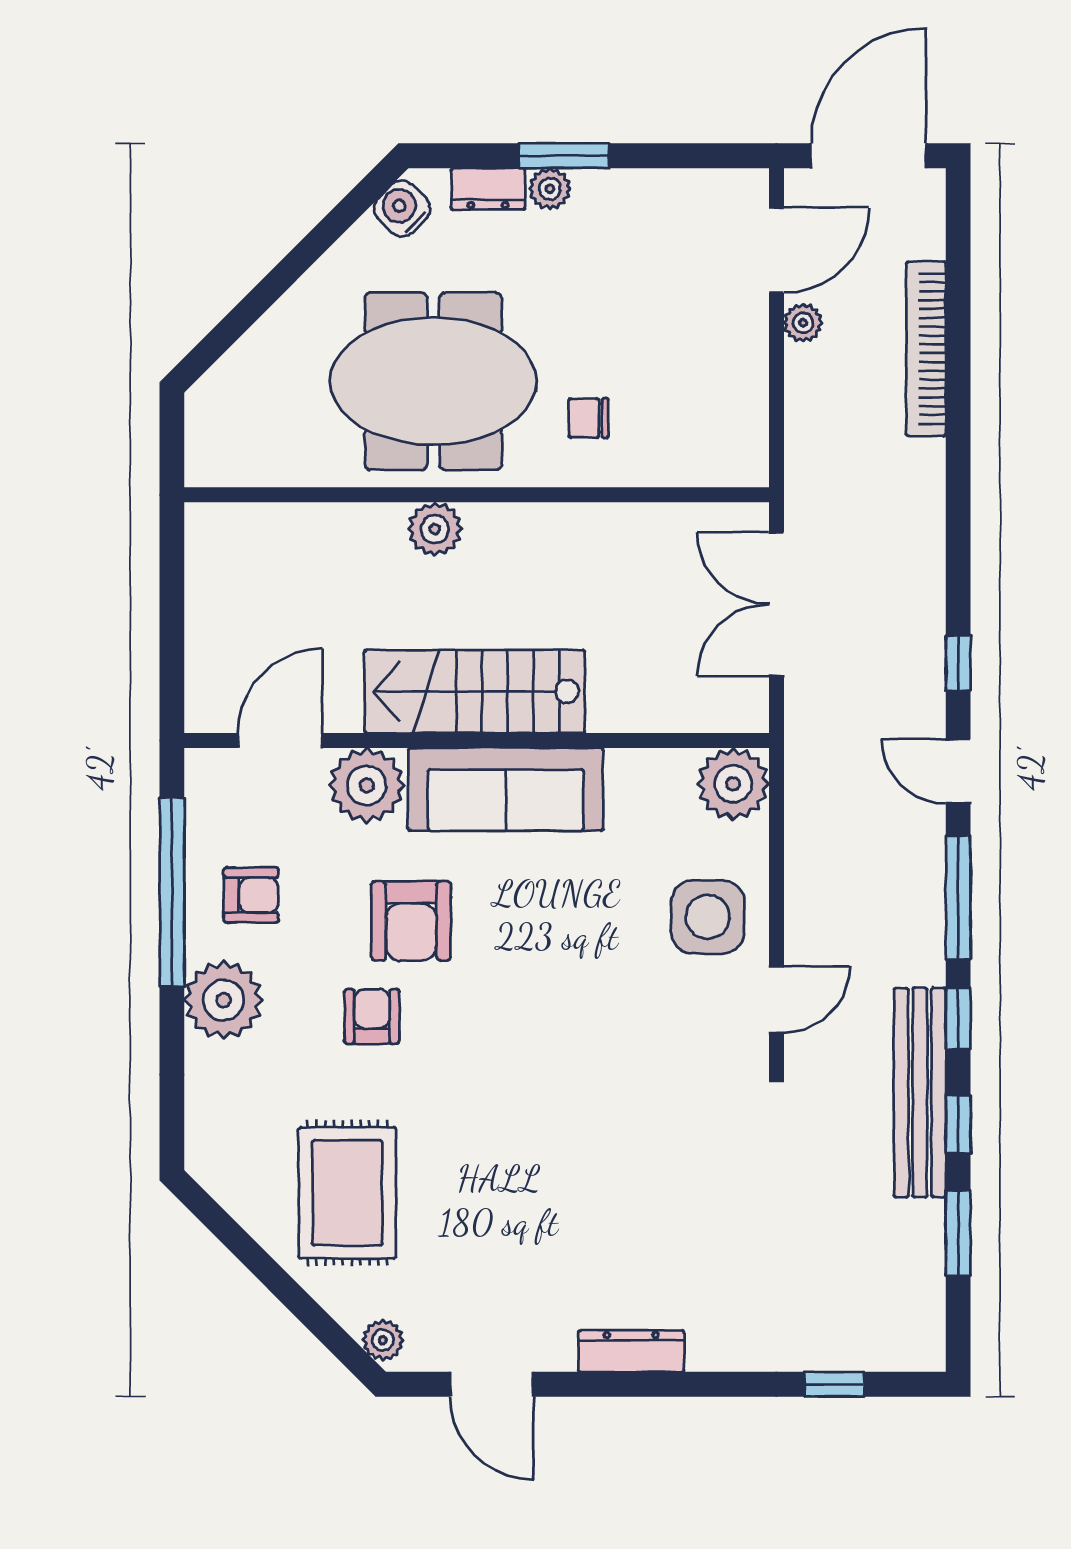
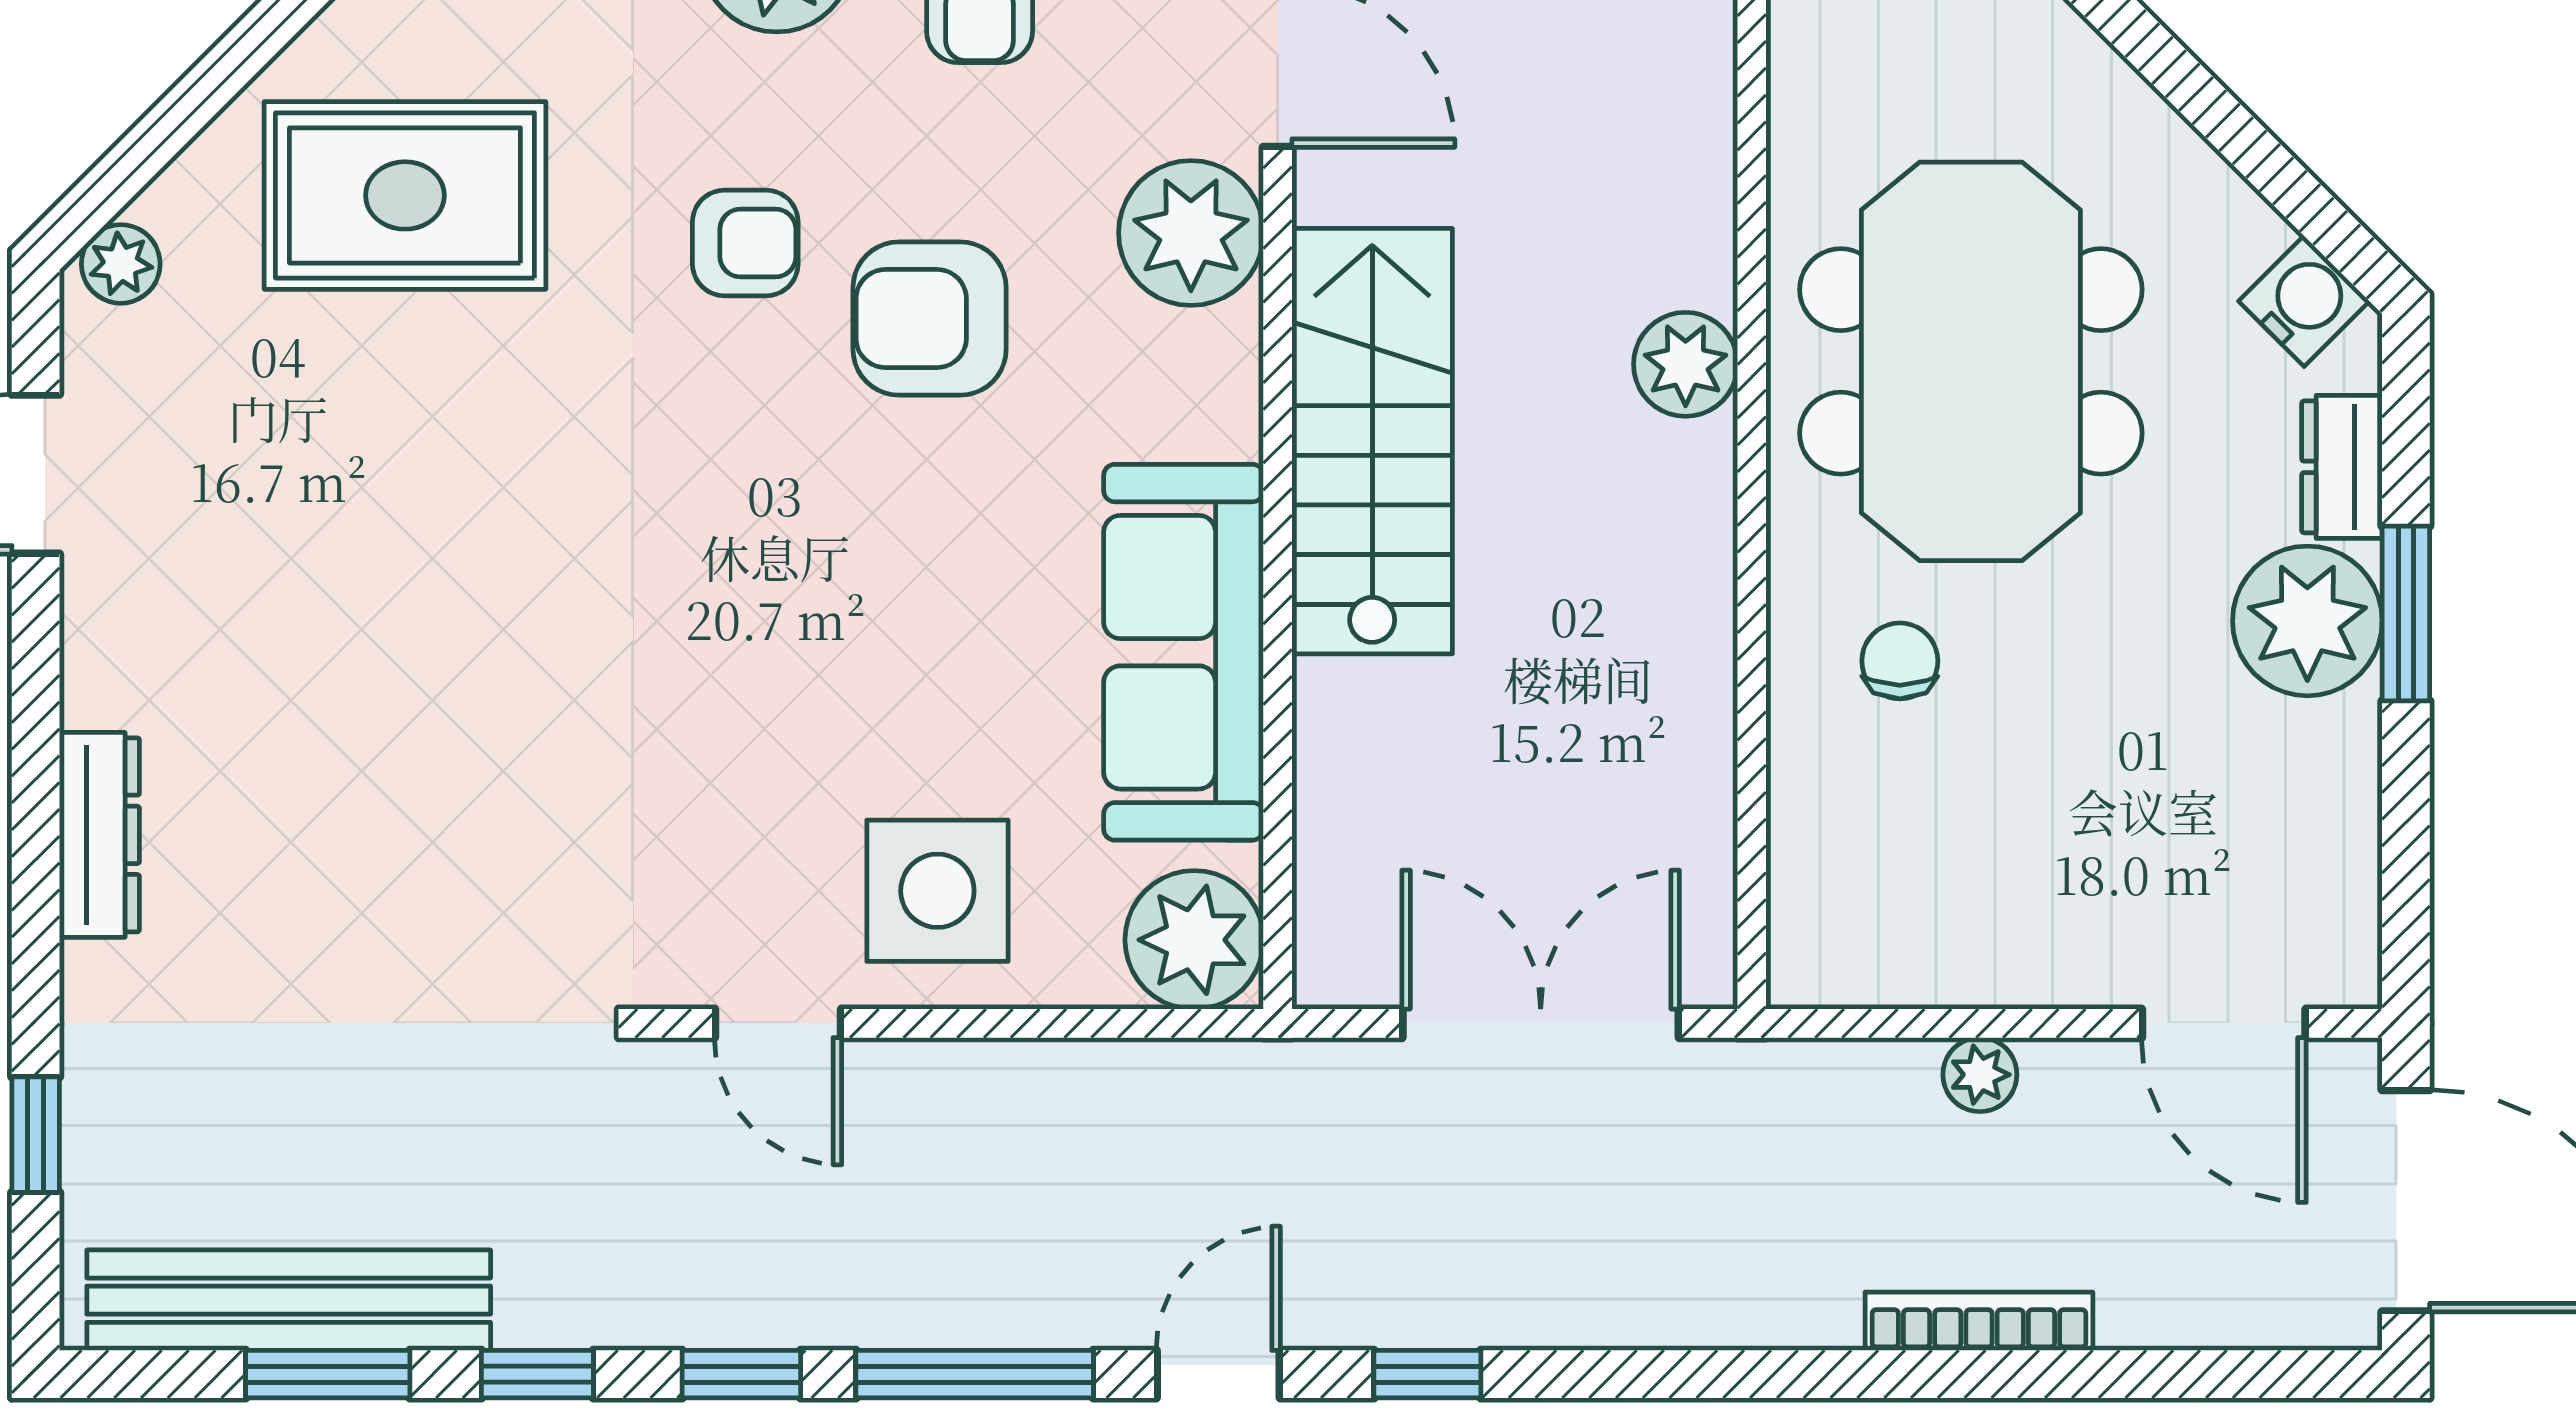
plant: (550, 189) -> (2307, 621), width x1.88, depth x1.88
plant: (803, 323) -> (1980, 1075), moved
bookcase: (926, 349) -> (1979, 1321), width x0.68, depth x0.76
sofa: (506, 789) -> (1184, 652), moved
bench: (920, 1093) -> (289, 1300), moved
dresser: (631, 1351) -> (99, 835), moved

